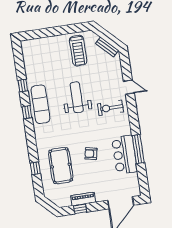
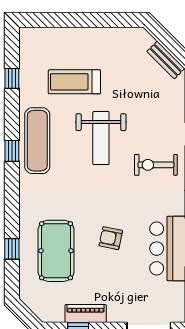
treadmill: (78, 51) -> (74, 82), moved, turned 90
window: (23, 86) -> (12, 78), moved
weight bench: (77, 97) -> (101, 138), turned 180

